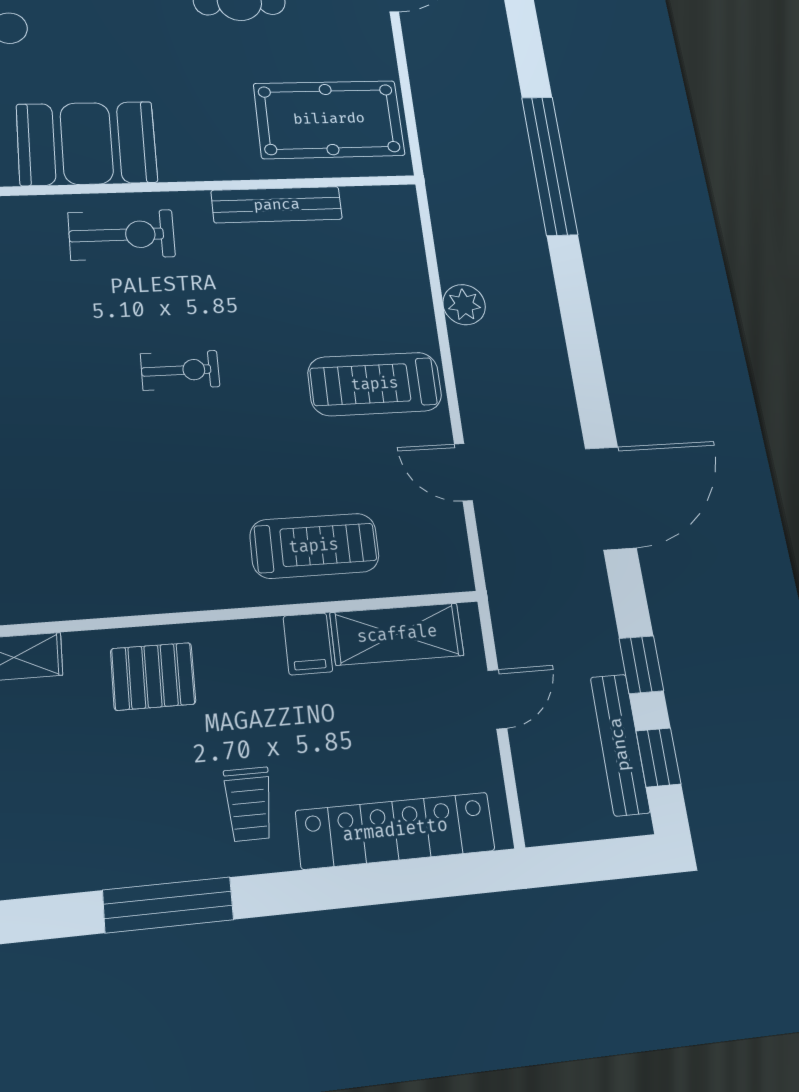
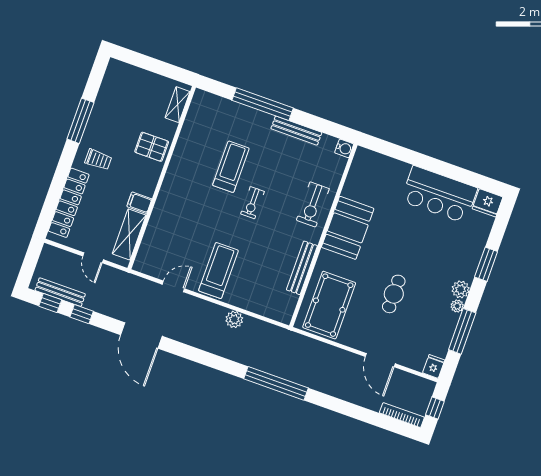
booth: (87, 143) -> (348, 228), moved
treadmill: (314, 546) -> (231, 167), moved, turned 180
pallet: (153, 676) -> (152, 147), turned 90
trolley: (249, 804) -> (98, 160), turned 180

